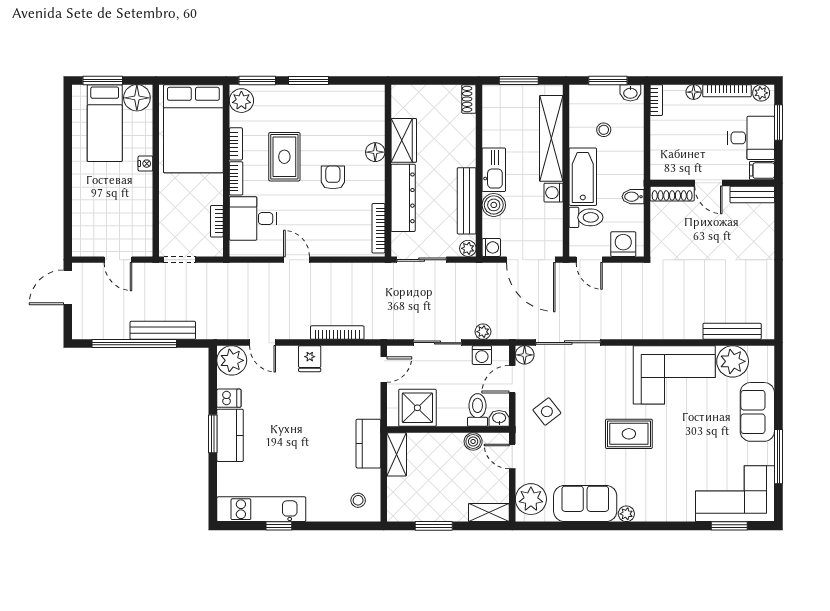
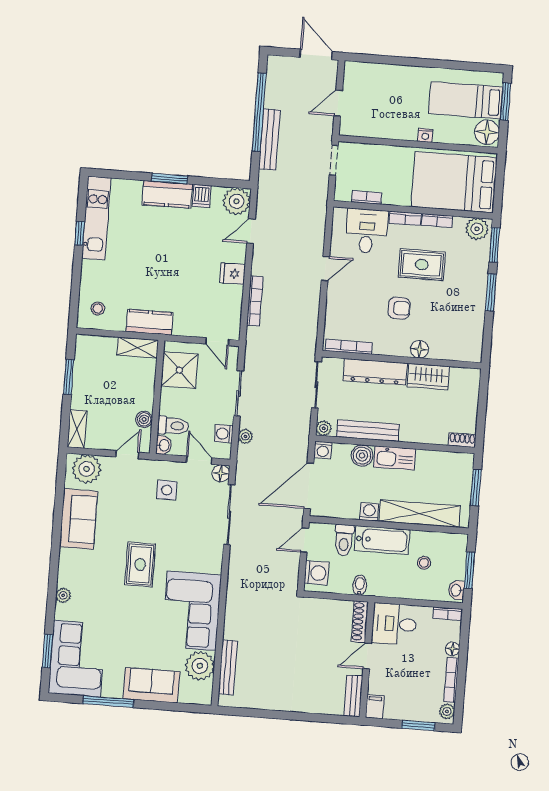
desk: (751, 138) -> (394, 624), moved, turned 90
side table: (547, 411) -> (167, 490), turned 38
plant: (626, 514) -> (63, 595), moved

